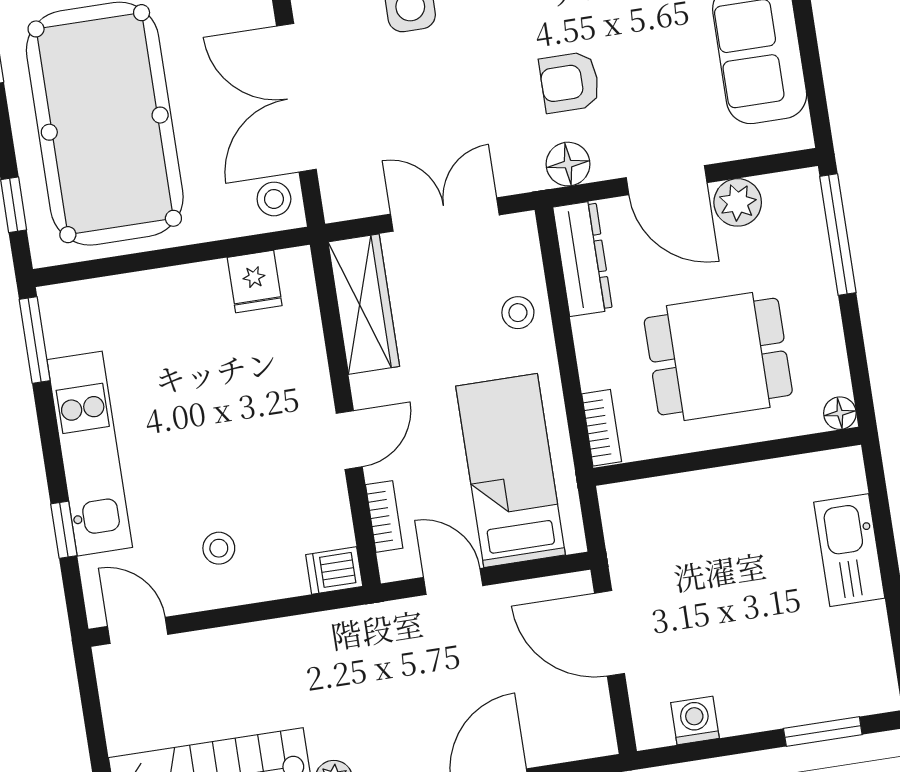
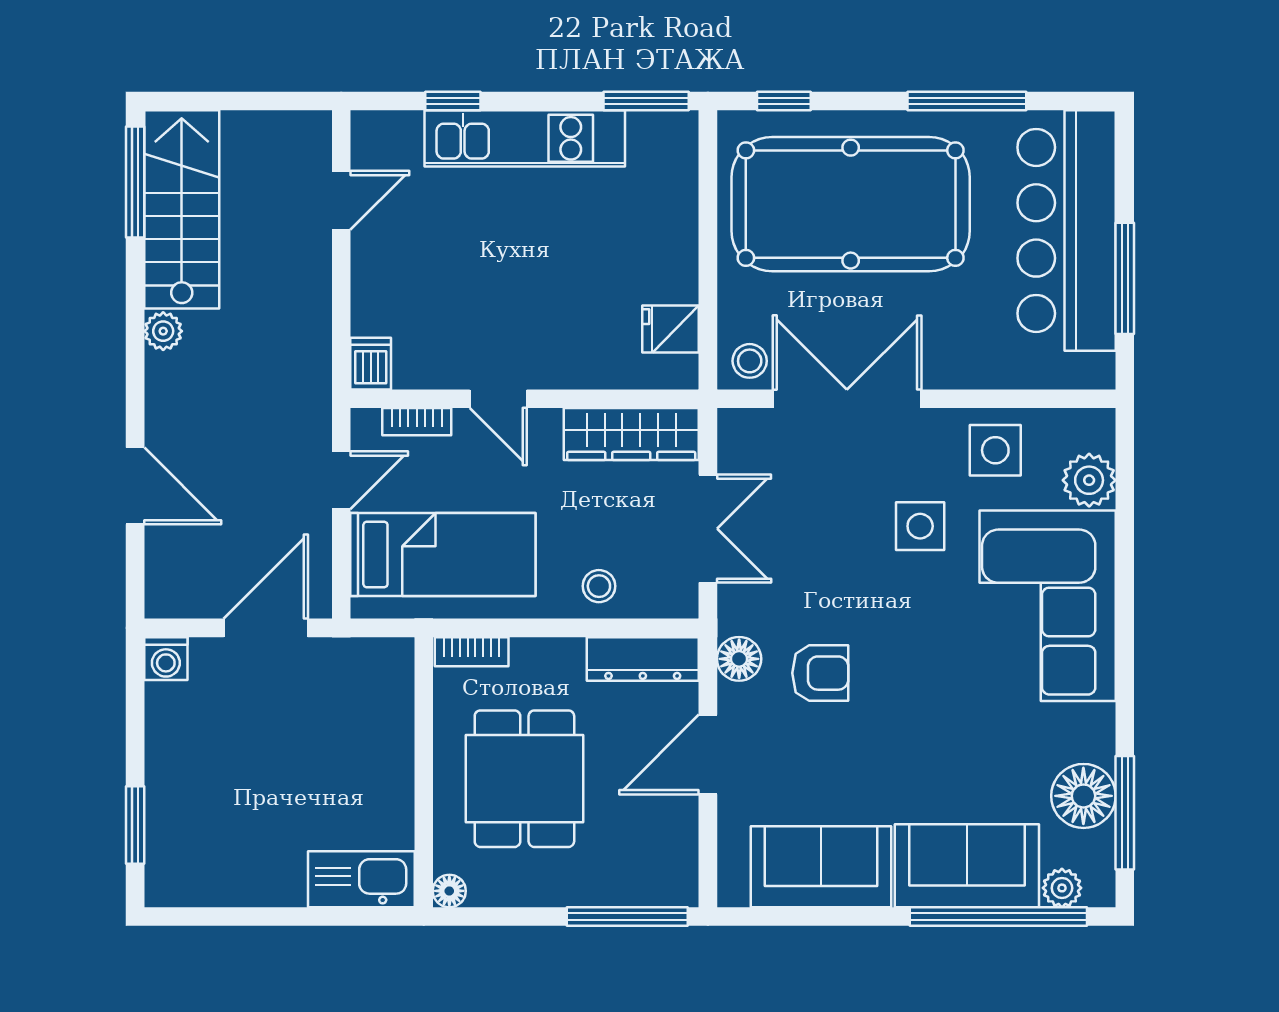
armchair: (570, 82) -> (820, 673), turned 90
plant: (738, 202) -> (675, 822), removed
stool: (219, 548) -> (411, 252), removed
kitchen sink: (849, 550) -> (361, 879), moved
door: (138, 630) -> (341, 200), moved
washing machine: (695, 720) -> (166, 659), moved, turned 90

